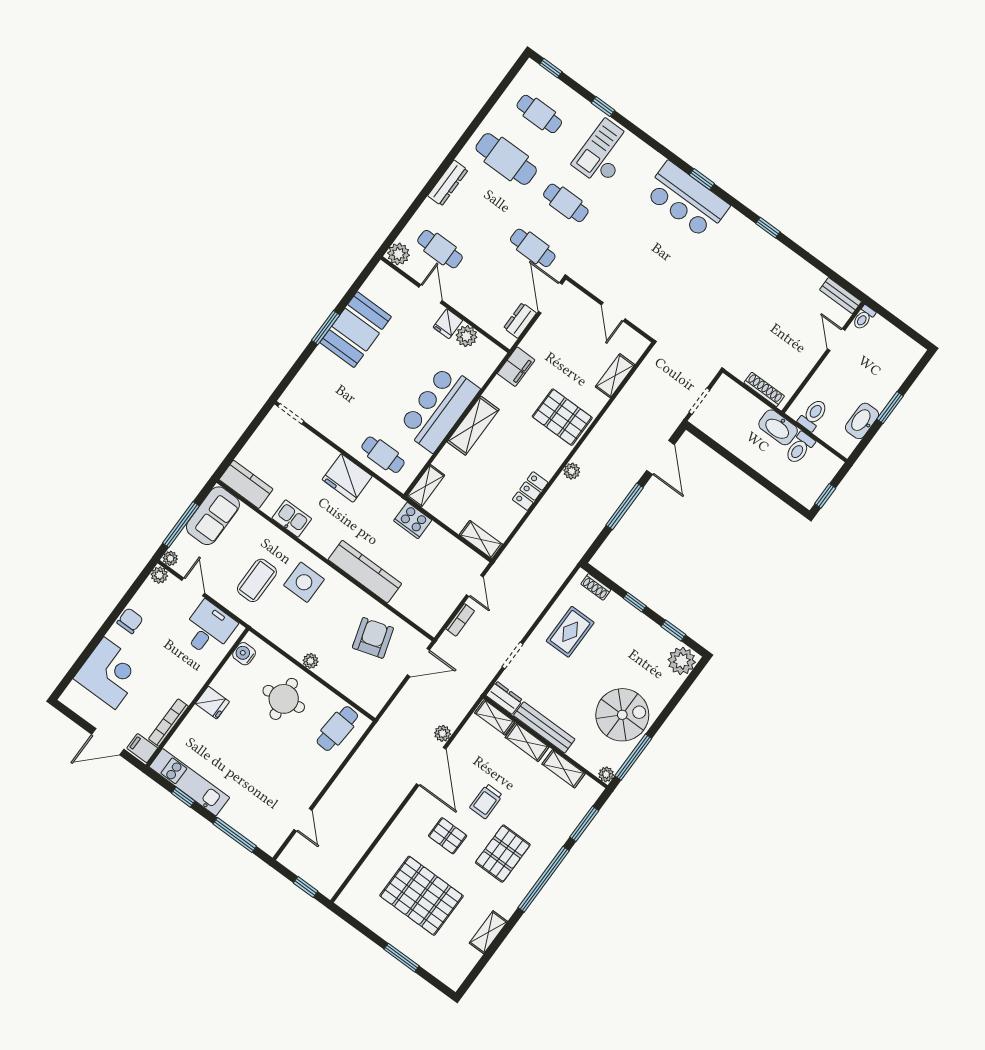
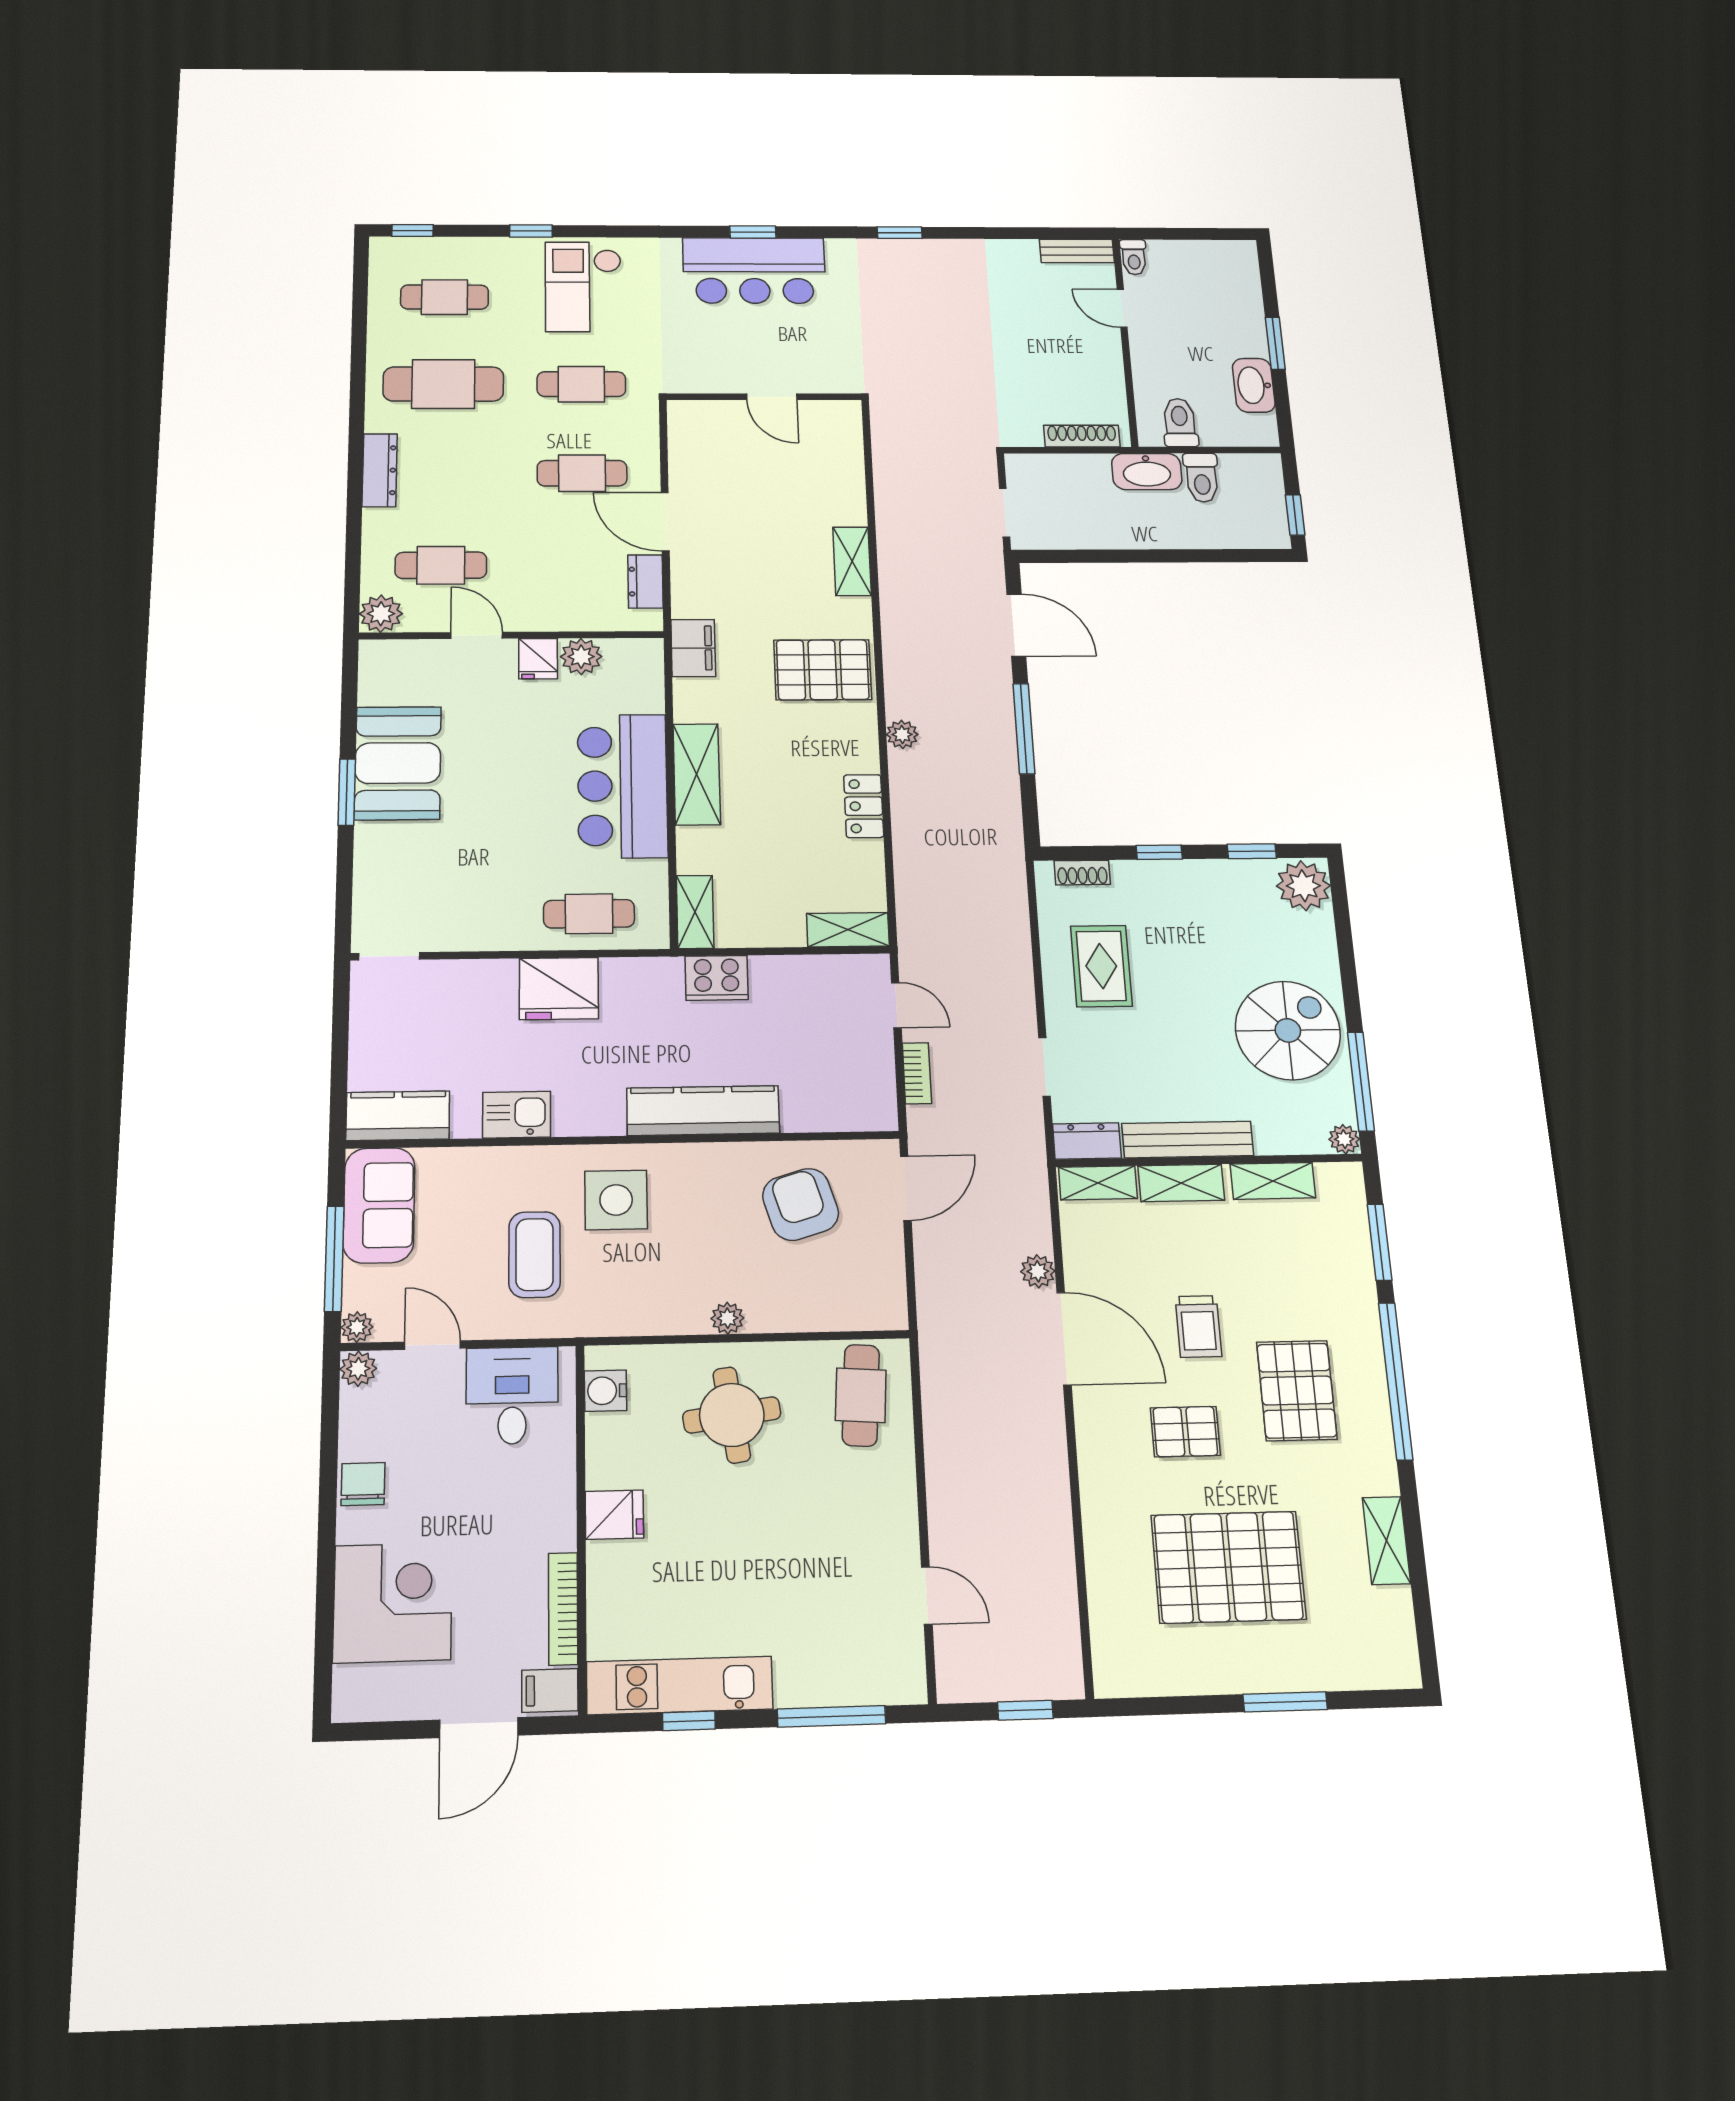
wall: (610, 309) -> (764, 397), moved
door: (613, 312) -> (772, 397), moved

